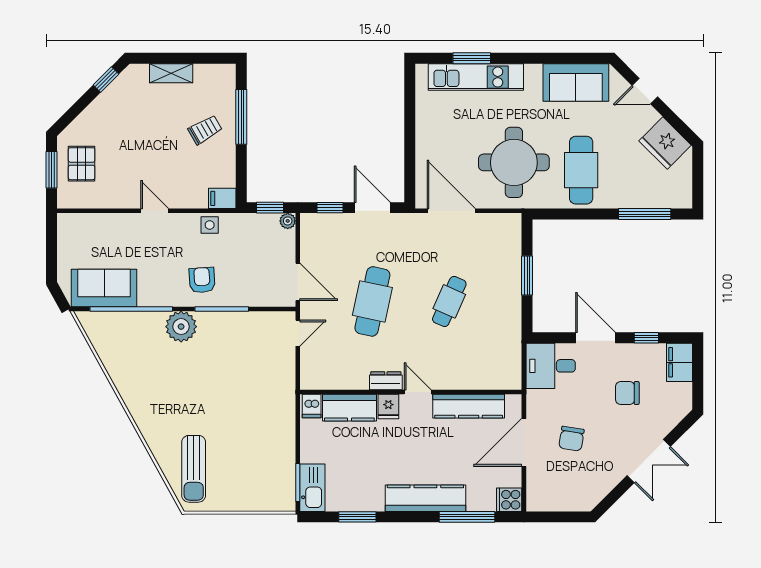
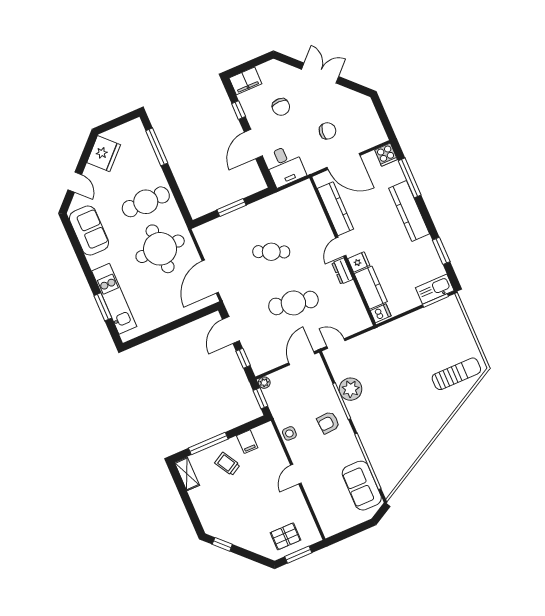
shelving: (171, 73) -> (187, 474), moved
filing cabinet: (222, 198) -> (247, 442), moved
plant: (181, 327) -> (351, 389), moved

